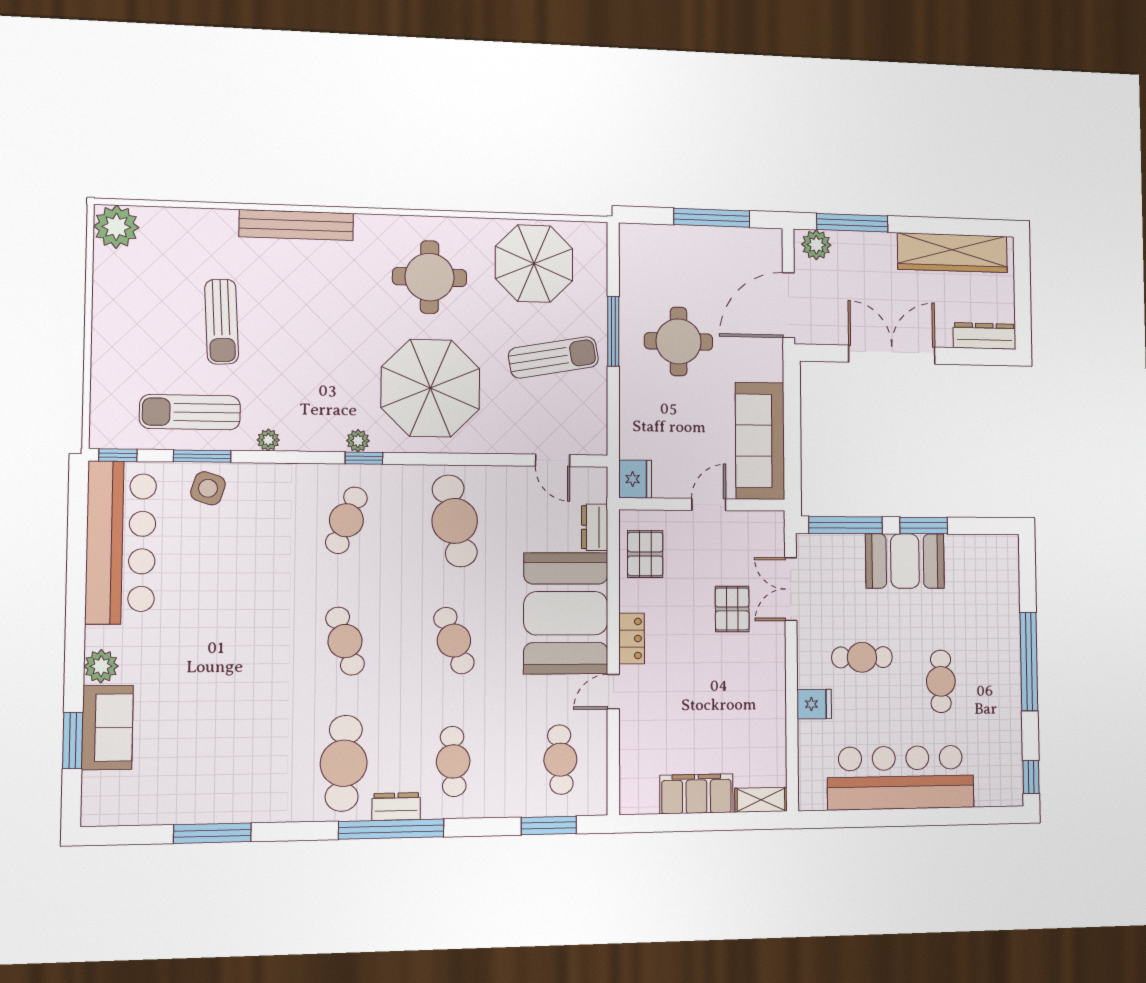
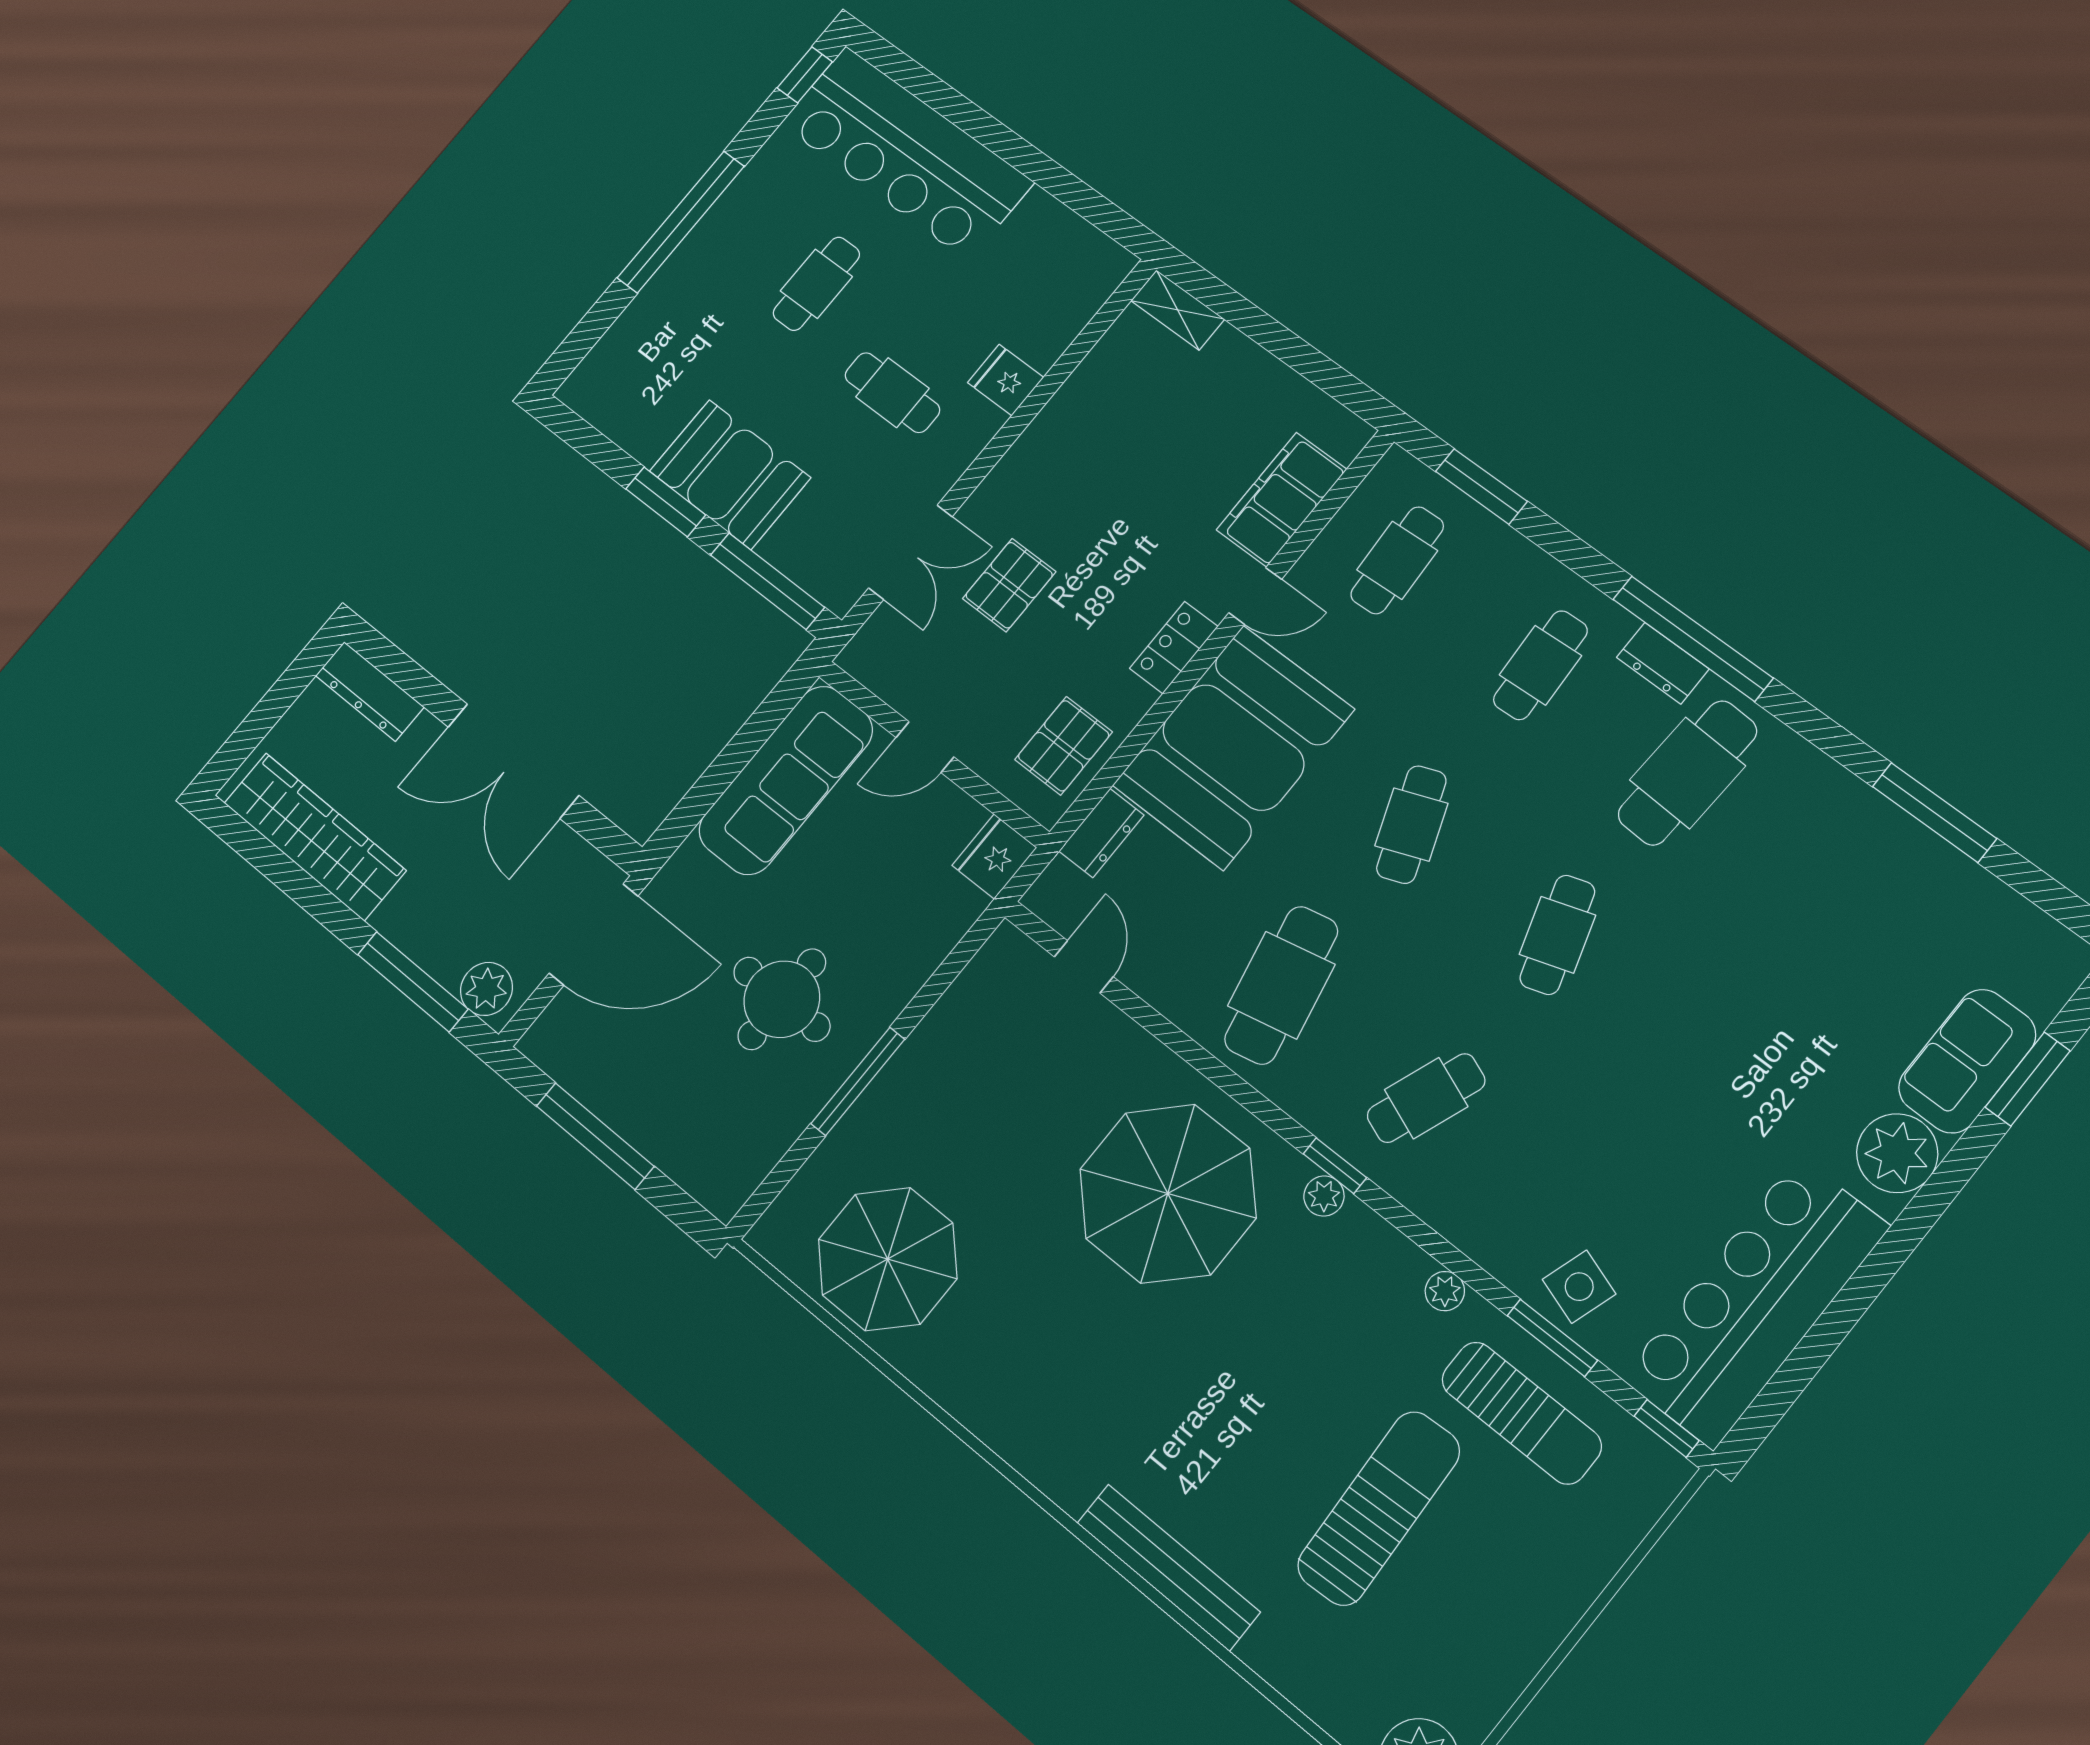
round table: (430, 277) -> (1045, 1351), removed
sun lounger: (222, 322) -> (1379, 1508), width x1.36, depth x1.34
sun lounger: (553, 357) -> (968, 1107), removed
plant: (101, 666) -> (1897, 1153), width x1.36, depth x1.36
bar counter: (901, 777) -> (906, 153), moved
filing cabinet: (696, 794) -> (1282, 500), moved, turned 90

